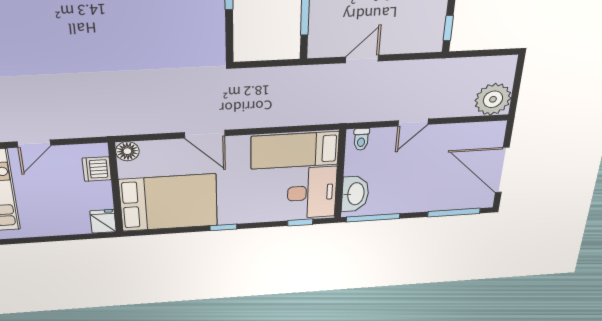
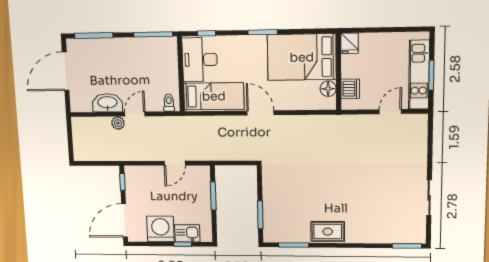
plant: (493, 99) -> (118, 123), moved, width x0.53, depth x0.53
door: (205, 134) -> (260, 113), moved
floor lamp: (127, 151) -> (328, 89), moved
door: (502, 170) -> (66, 71), swing flipped
washbasin: (355, 194) -> (107, 103), moved, turned 90
window: (223, 227) -> (263, 32), width x1.50

